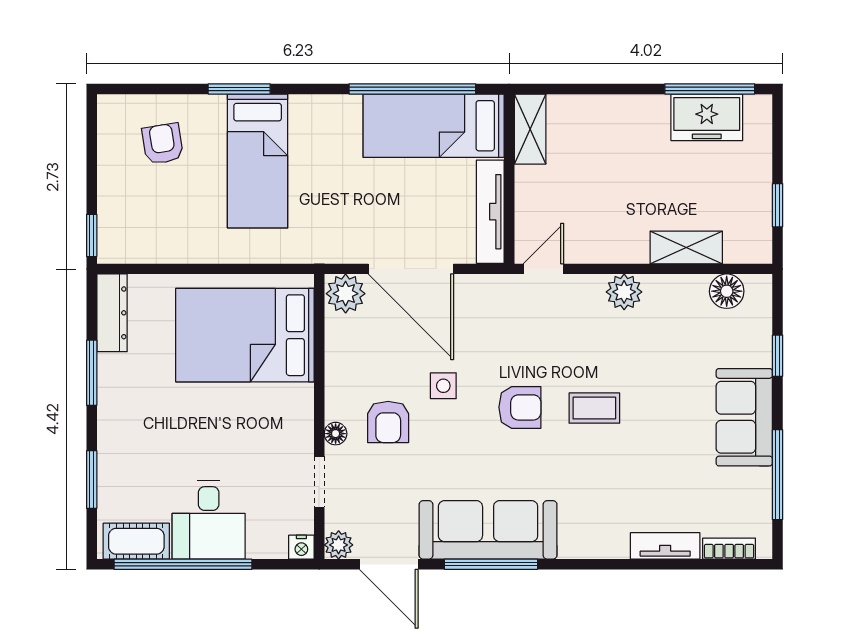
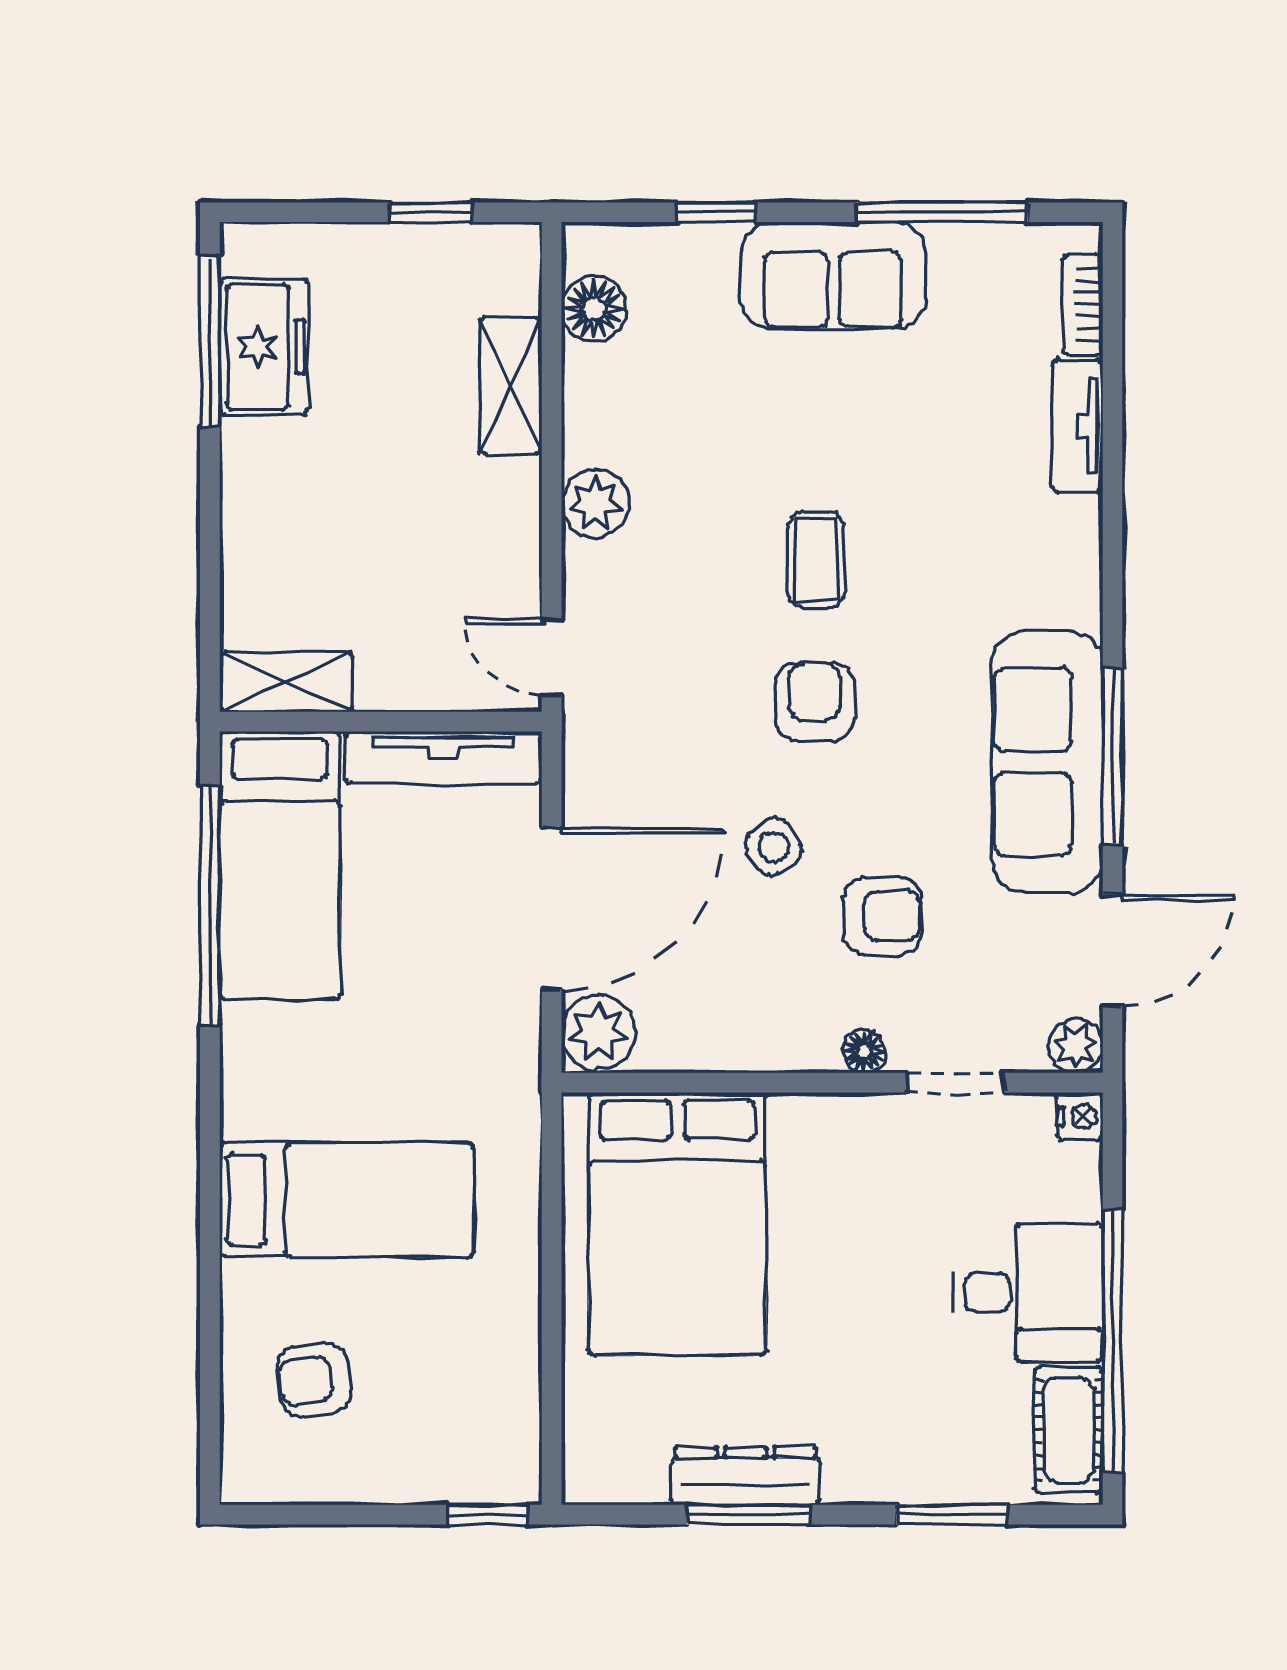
window: (239, 89) -> (210, 1235), removed
dresser: (112, 313) -> (745, 1476), moved
side table: (443, 386) -> (774, 847), turned -33
armchair: (388, 422) -> (883, 916), moved

